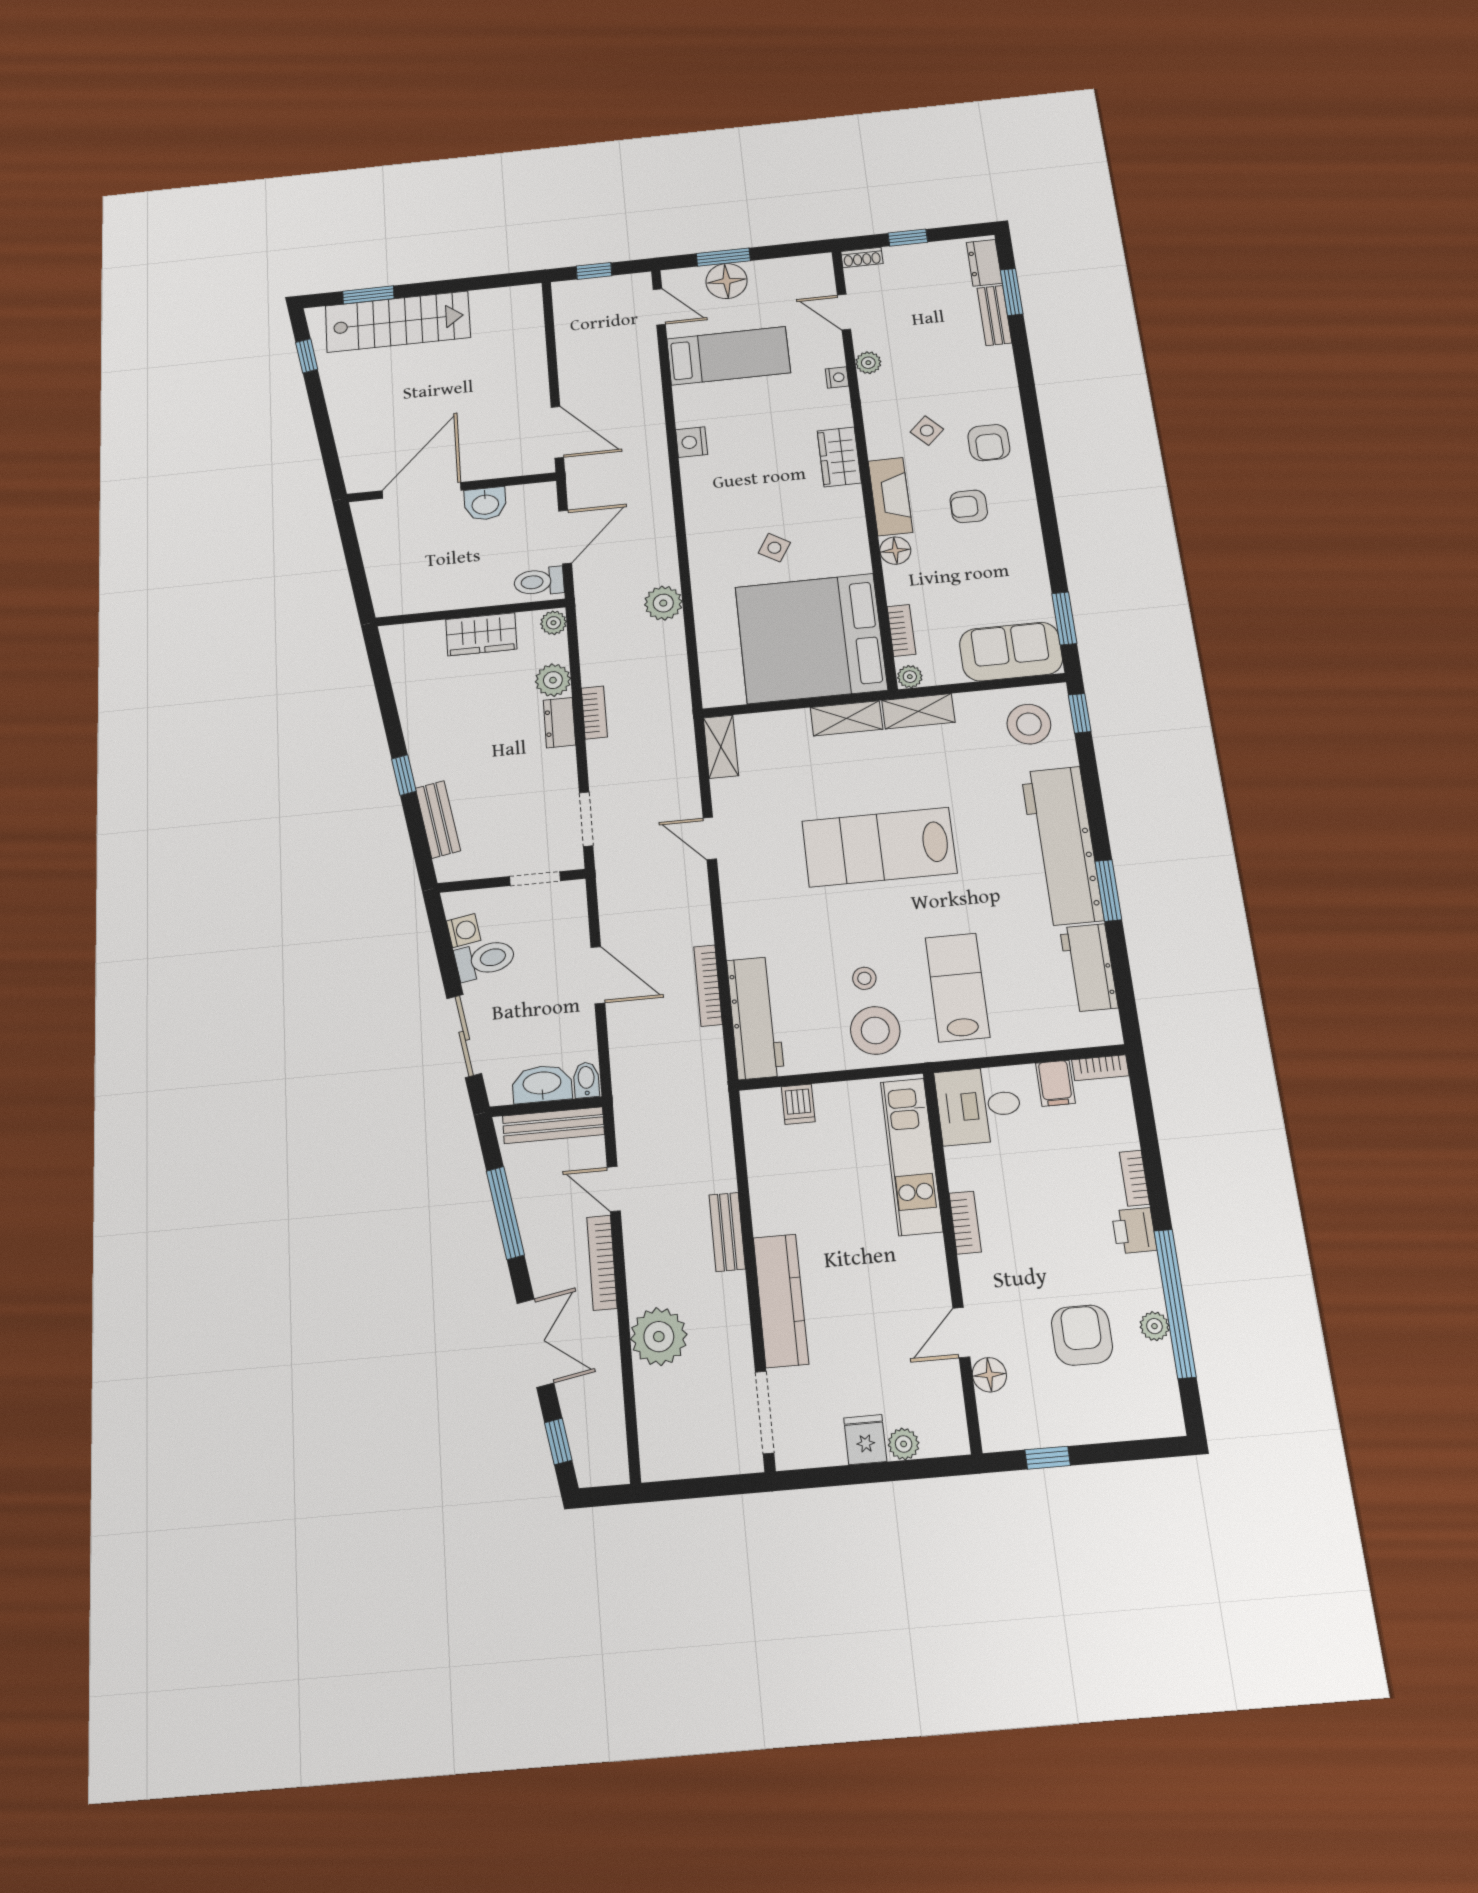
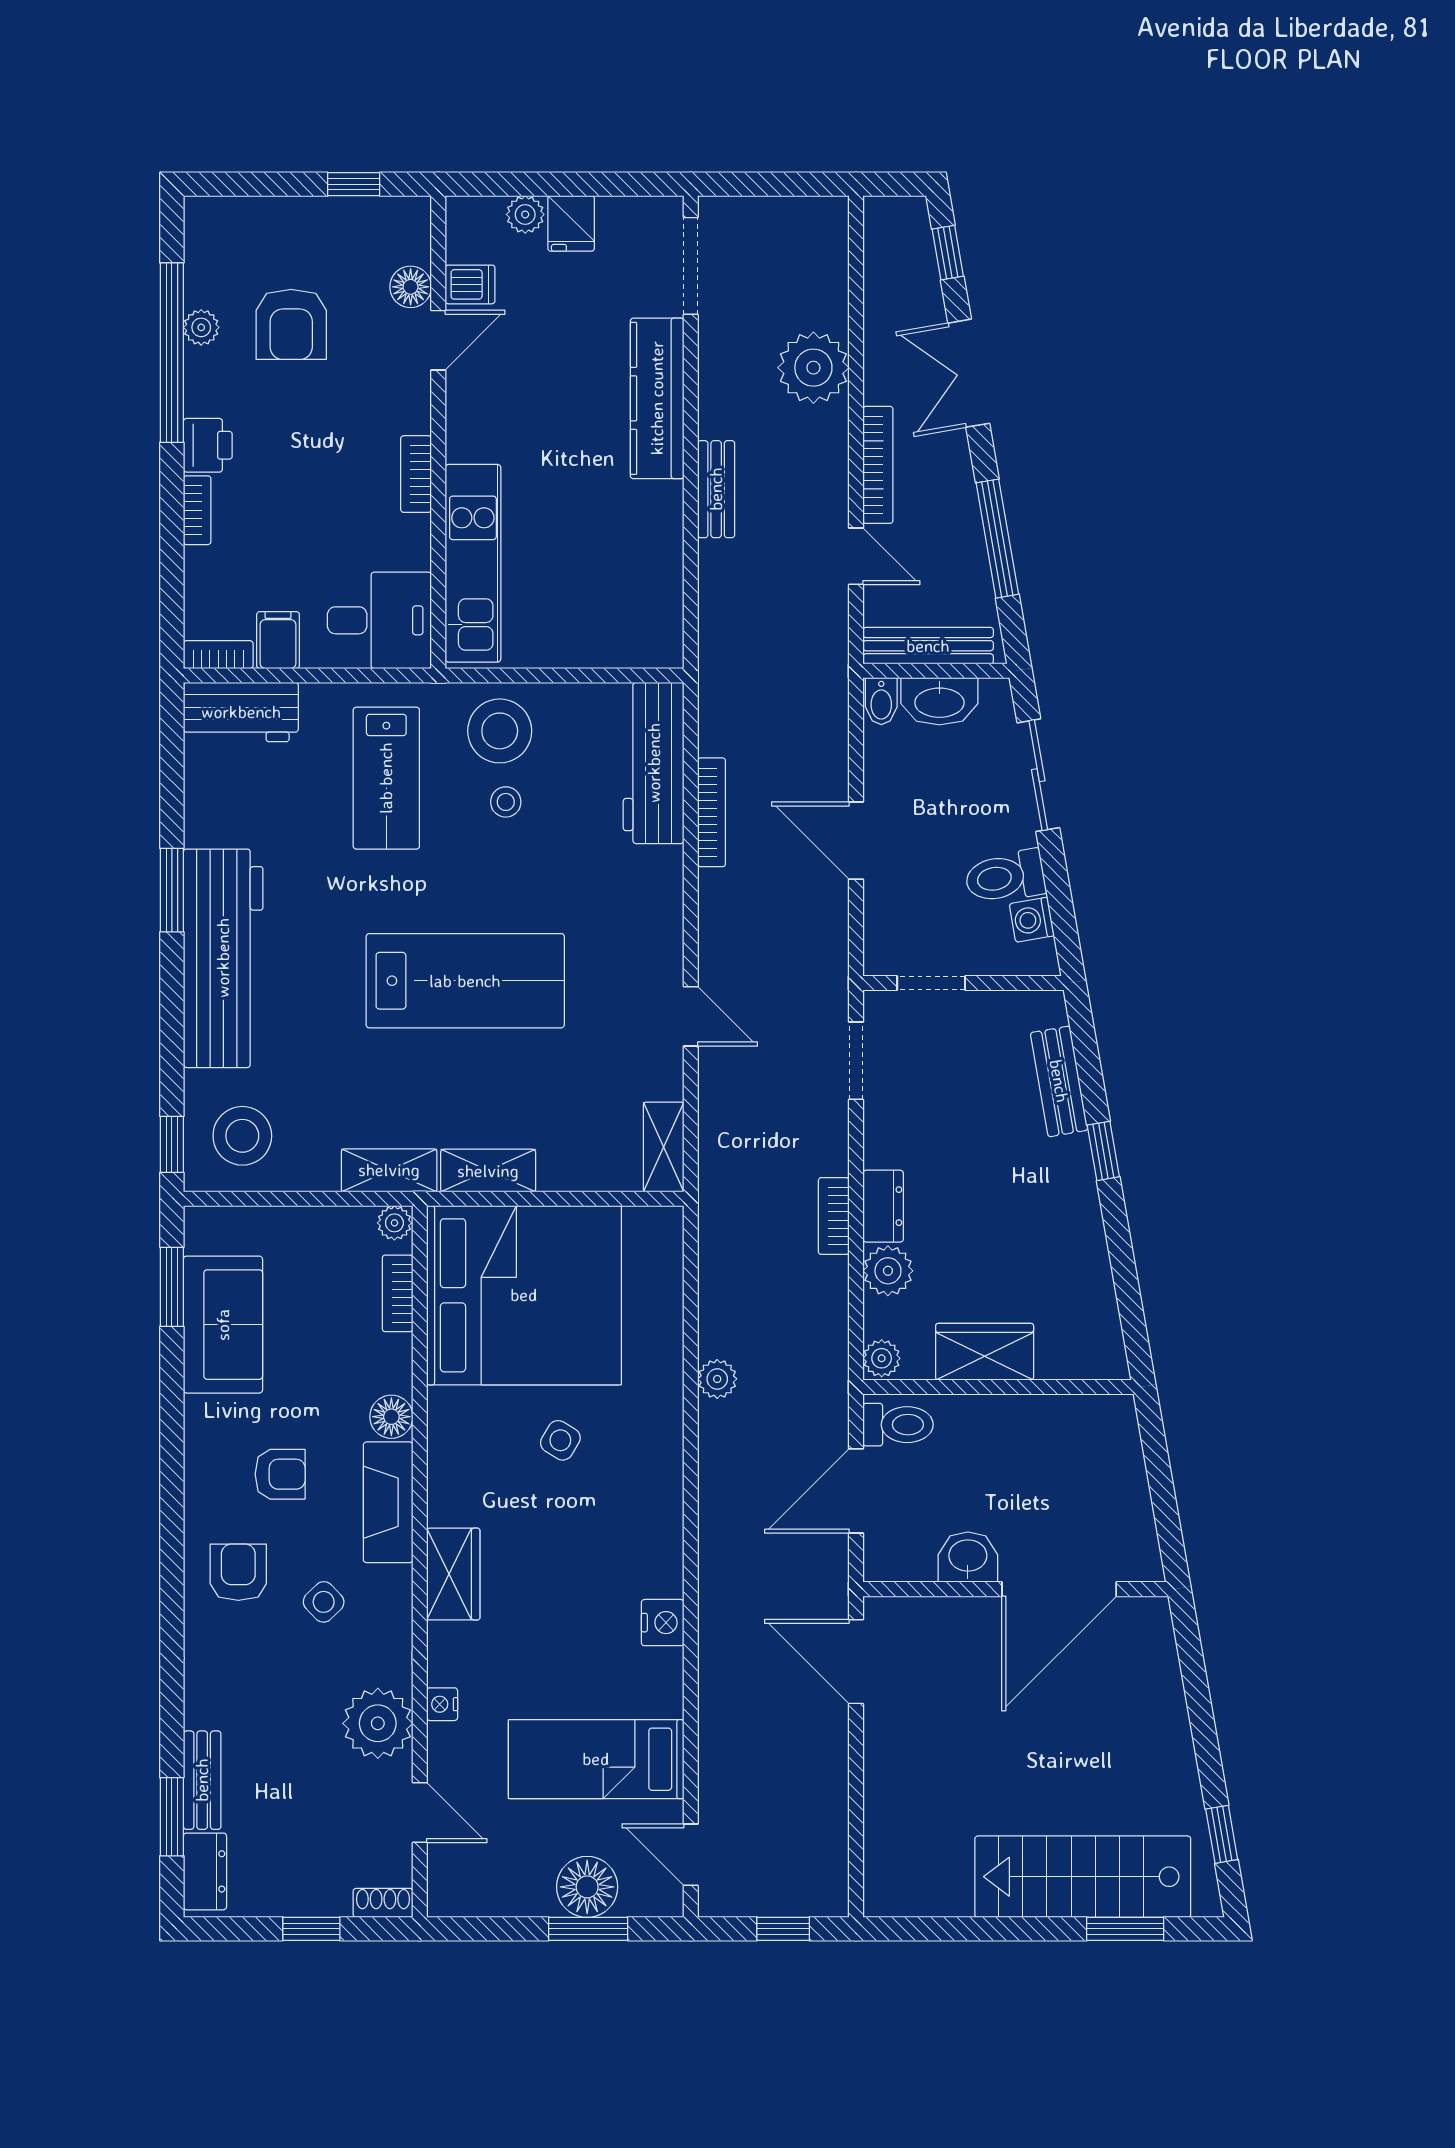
plant: (868, 363) -> (378, 1723), width x1.88, depth x1.88
plant: (663, 603) -> (717, 1379), width x0.73, depth x0.73
sofa: (1011, 652) -> (223, 1325), moved, turned -90
workbench: (1089, 968) -> (241, 712), moved, turned 90
dishwasher: (798, 1104) -> (470, 284), moved, turned 90

